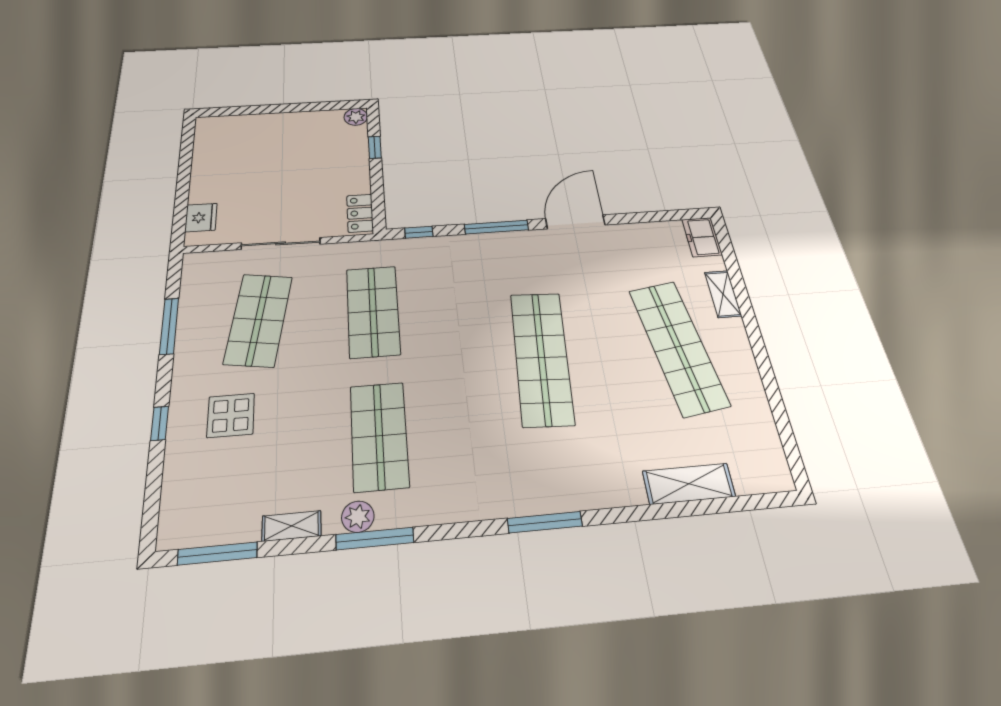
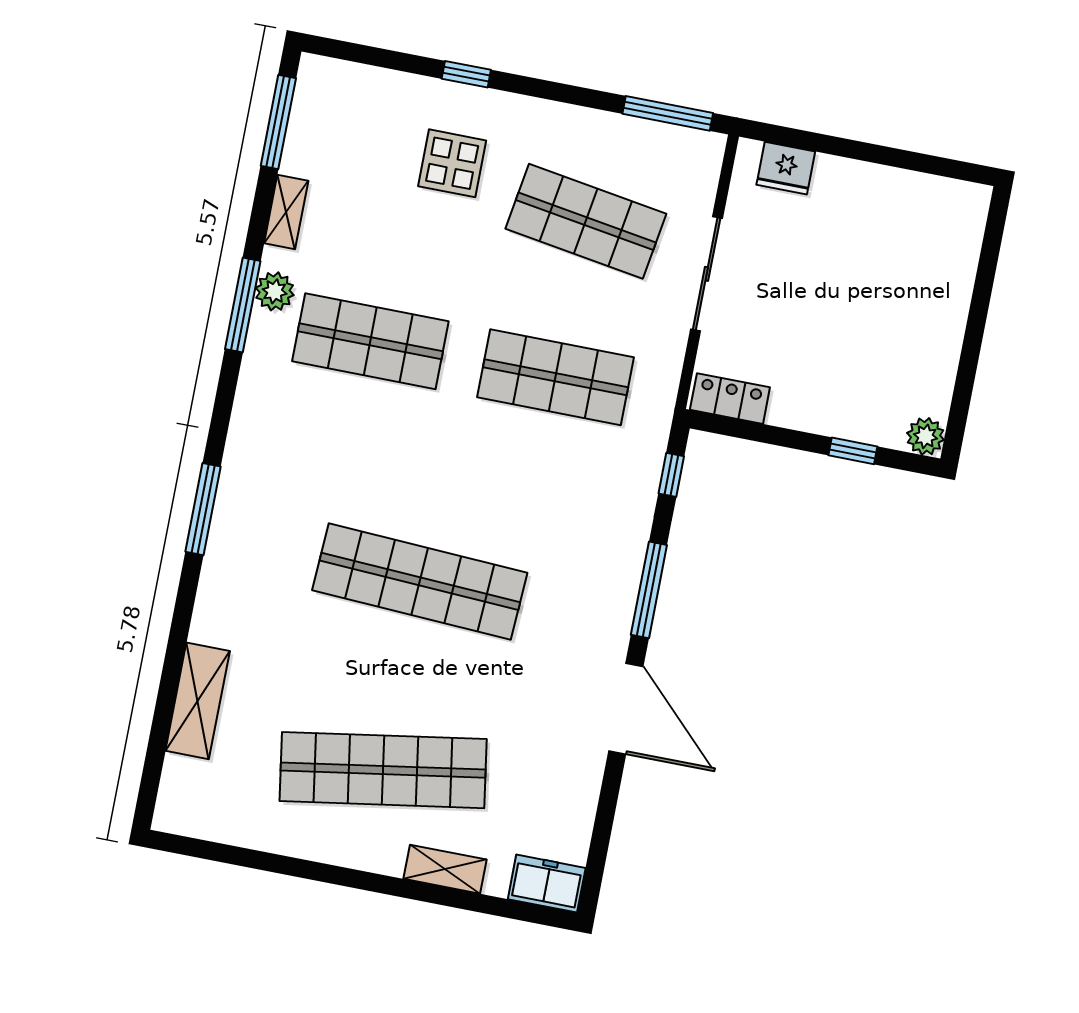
window: (169, 326) -> (668, 113), moved

